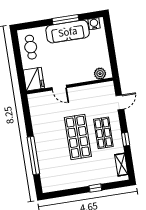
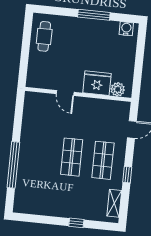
sofa: (68, 32) -> (93, 30), removed
fridge: (34, 79) -> (97, 83), moved, turned -90
shop shelf: (78, 137) -> (72, 157), width x0.70, depth x0.74

